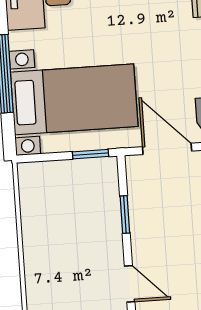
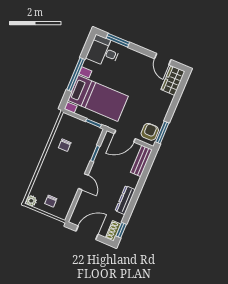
door: (167, 149) -> (125, 136), swing flipped
chair: (54, 228) -> (65, 145), added

